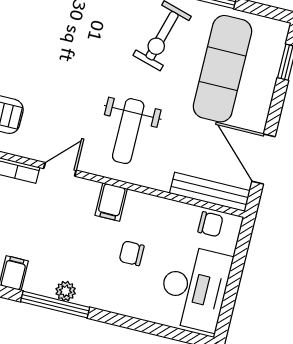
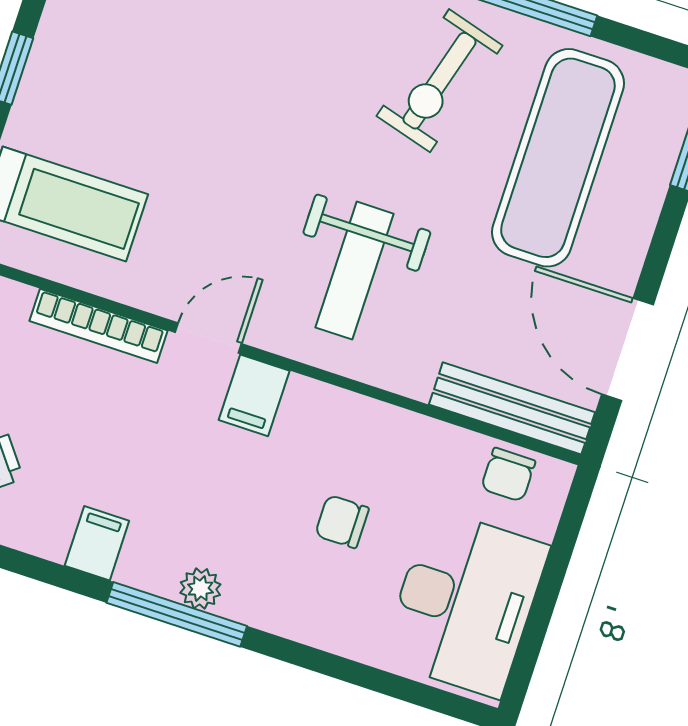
filing cabinet: (111, 202) -> (254, 395), moved
chair: (210, 224) -> (508, 475), turned 90

